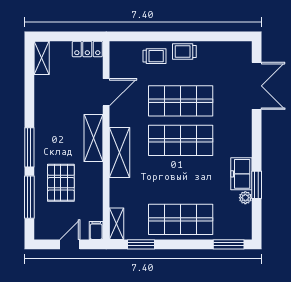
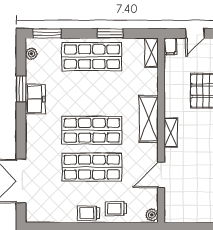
locker: (87, 49) -> (179, 215), removed
plant: (116, 49) -> (152, 215), added
trolley: (184, 52) -> (88, 213), turned 180
shelving: (94, 138) -> (171, 132), width x0.67, depth x0.75
plant: (245, 198) -> (31, 54), moved
window: (141, 244) -> (110, 33), moved

